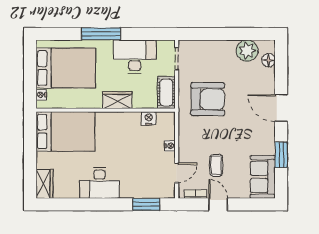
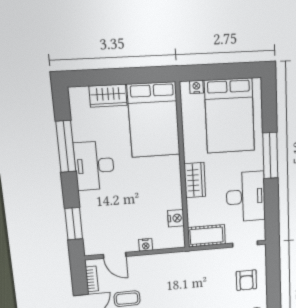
armchair: (208, 99) -> (246, 280), moved, width x0.53, depth x0.53
wardrobe: (44, 184) -> (108, 96), moved
window: (82, 204) -> (66, 146), added

